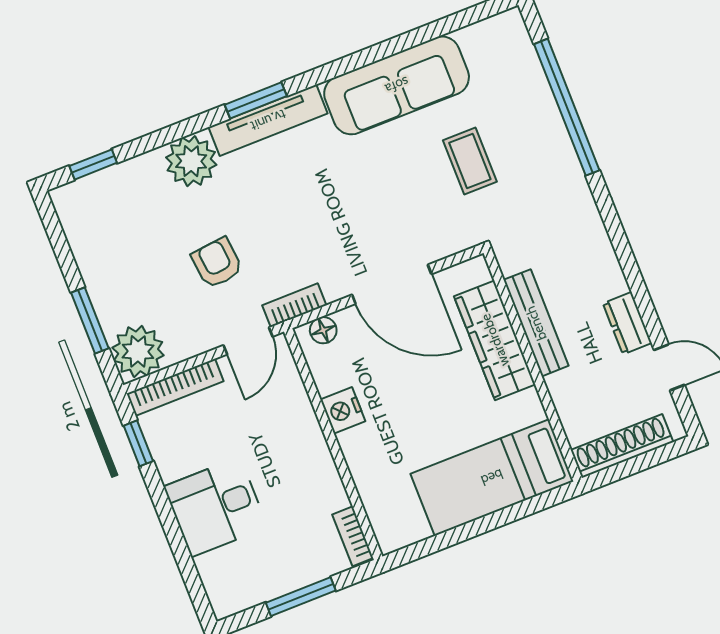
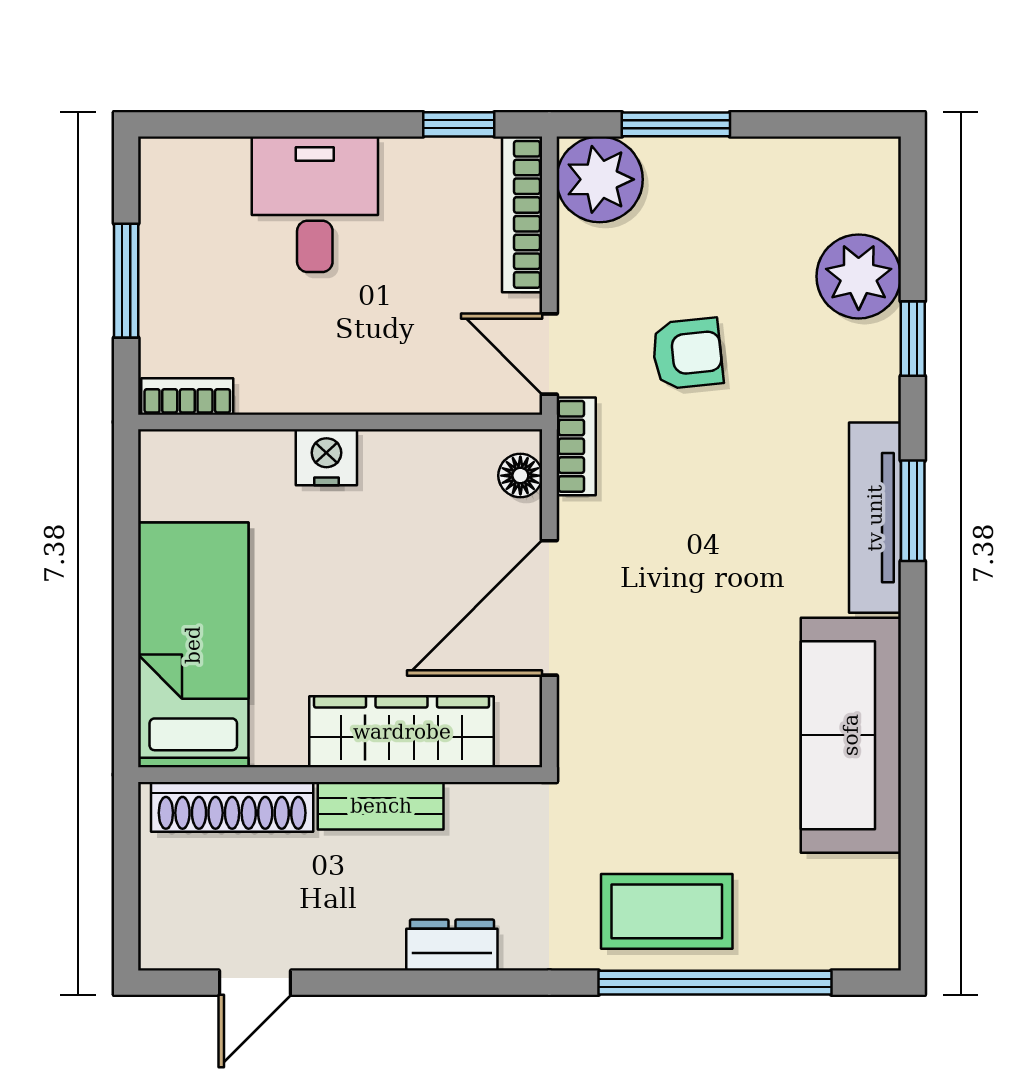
plant: (191, 161) -> (859, 276), moved
coffee table: (470, 161) -> (667, 911), moved, width x1.36, depth x1.30
window: (93, 164) -> (913, 339), moved
bench: (536, 323) -> (381, 806), width x0.73
dresser: (627, 323) -> (452, 945), moved
nightstand: (343, 410) -> (326, 457), moved
shoe rack: (622, 446) -> (232, 807), moved, turned 90

